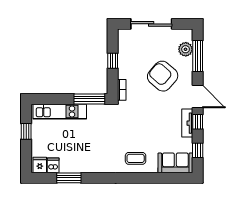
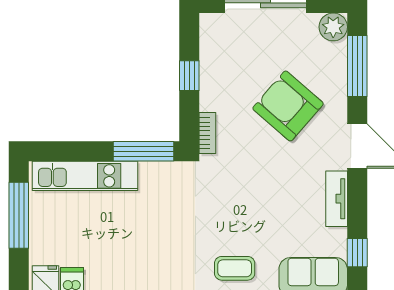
plant: (186, 49) -> (333, 27), moved
window: (198, 122) -> (357, 196), removed
window: (26, 131) -> (19, 215), width x2.17

